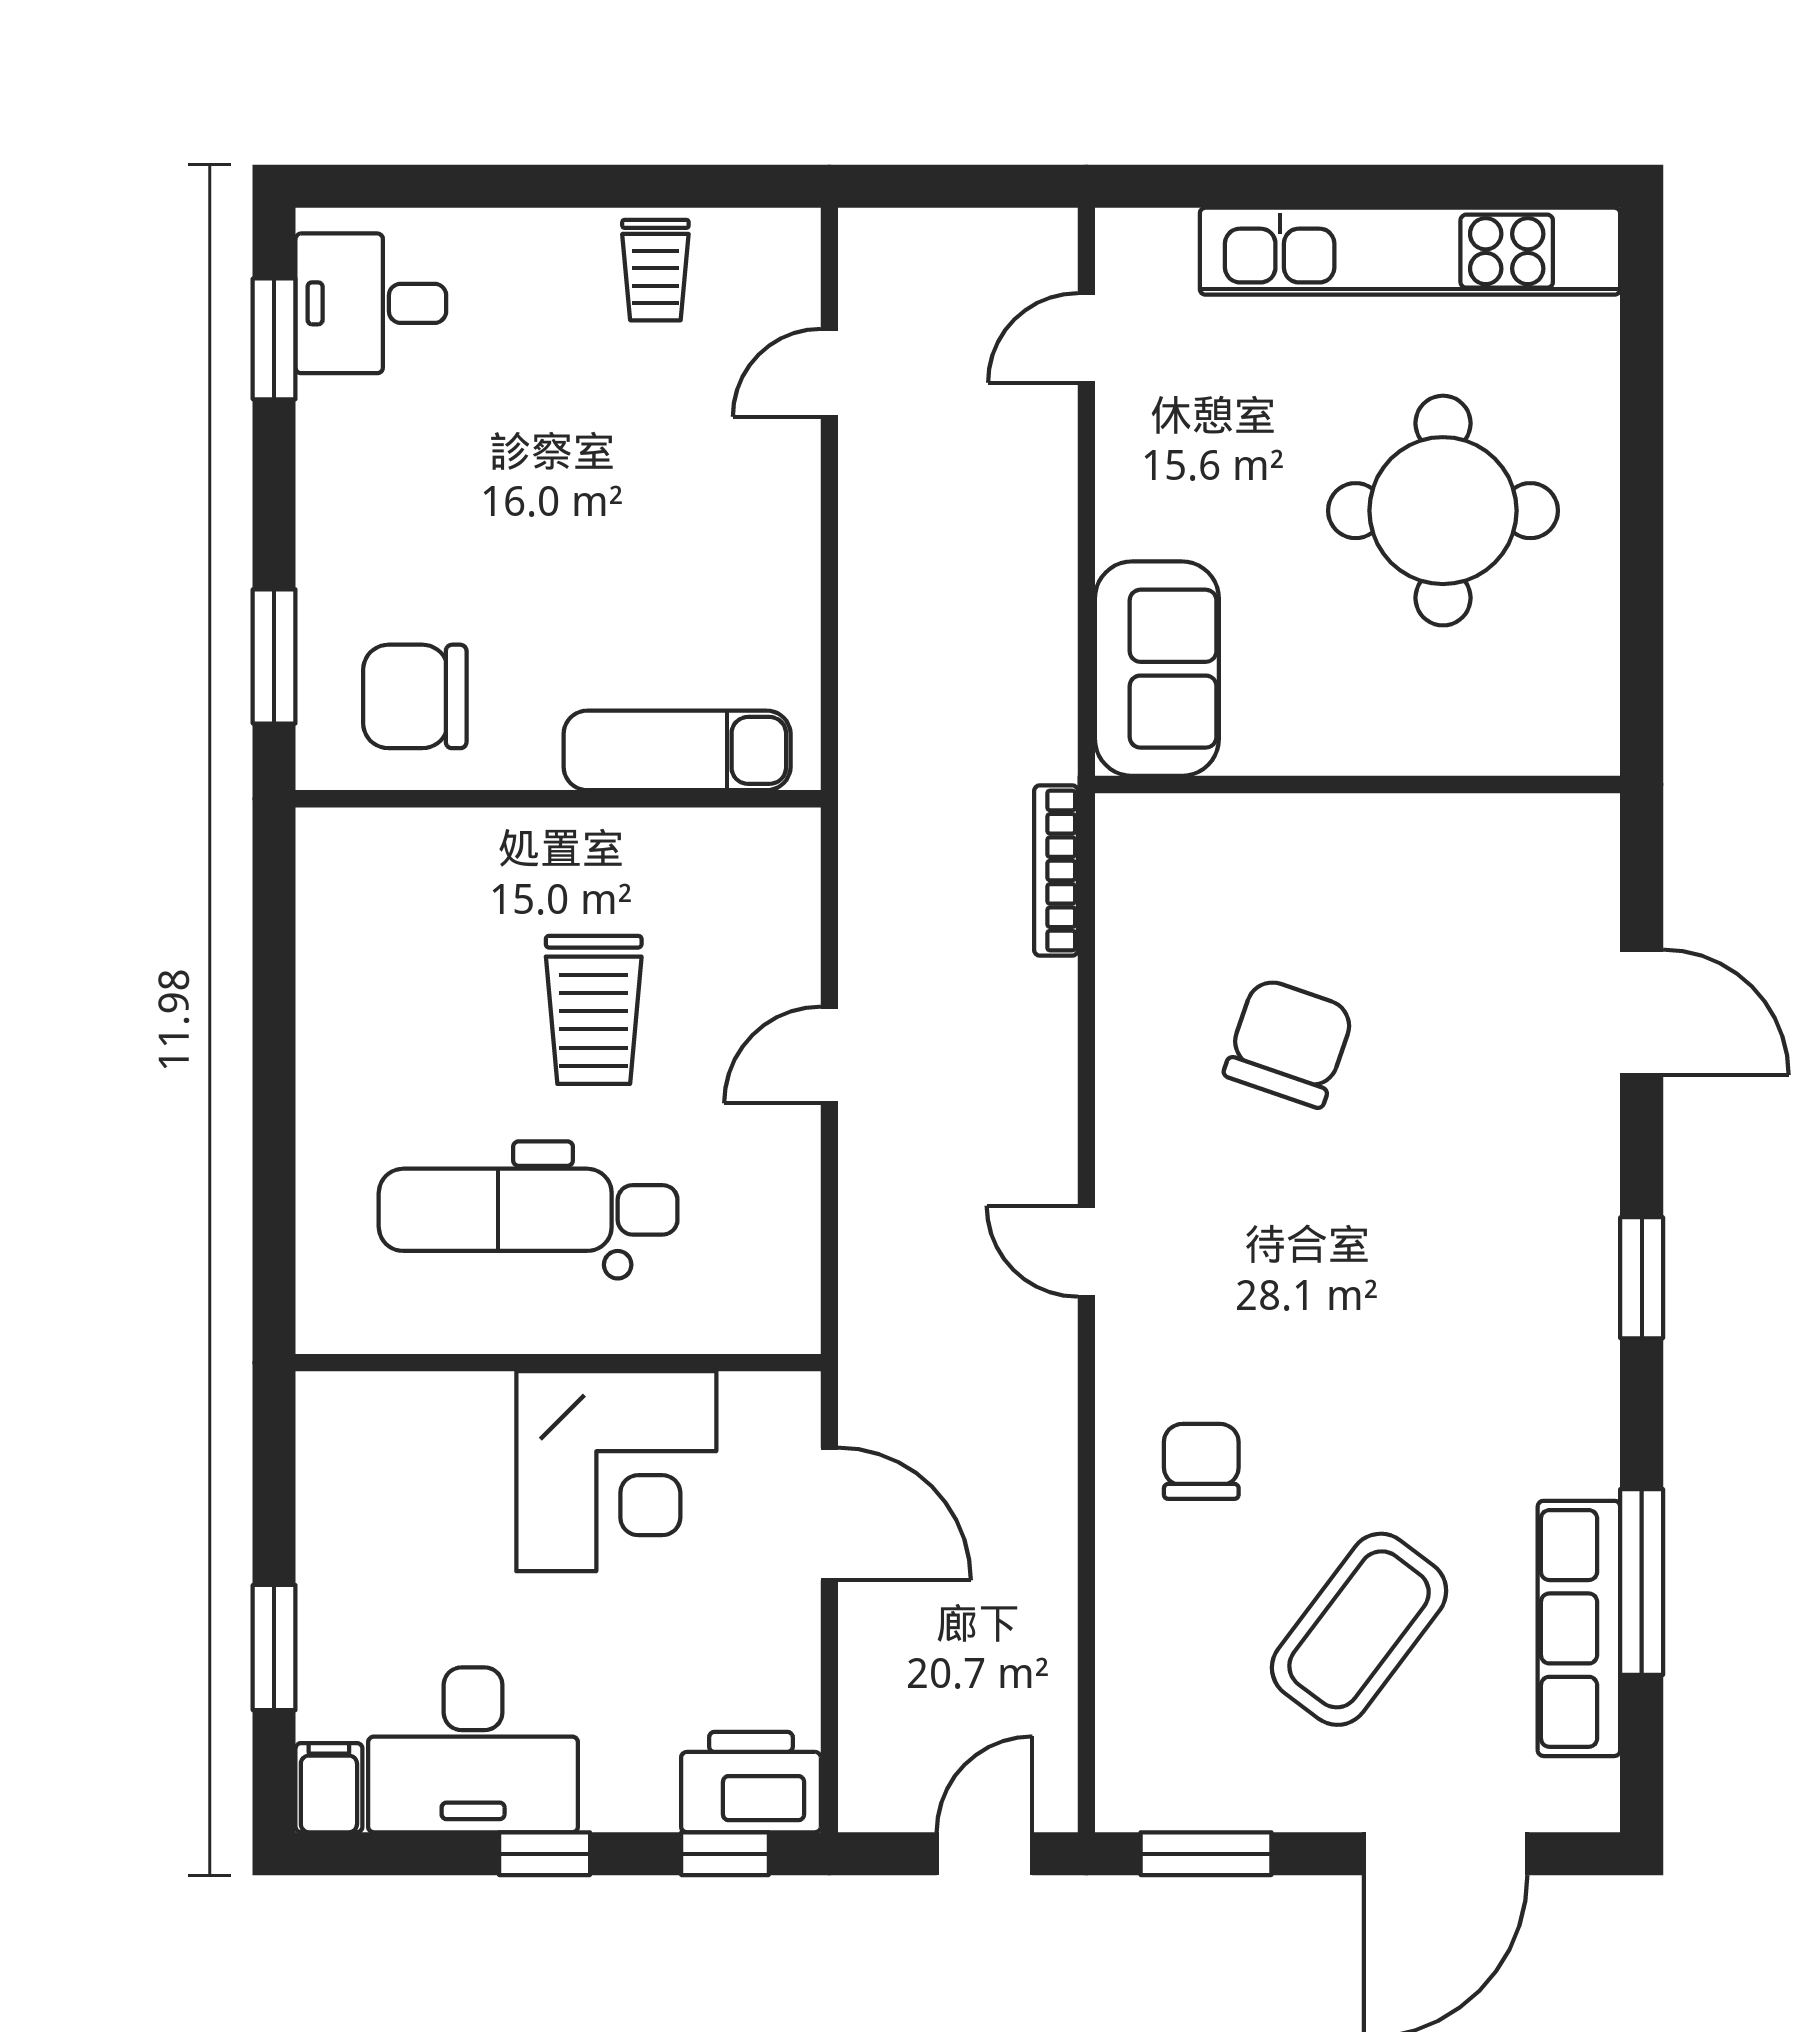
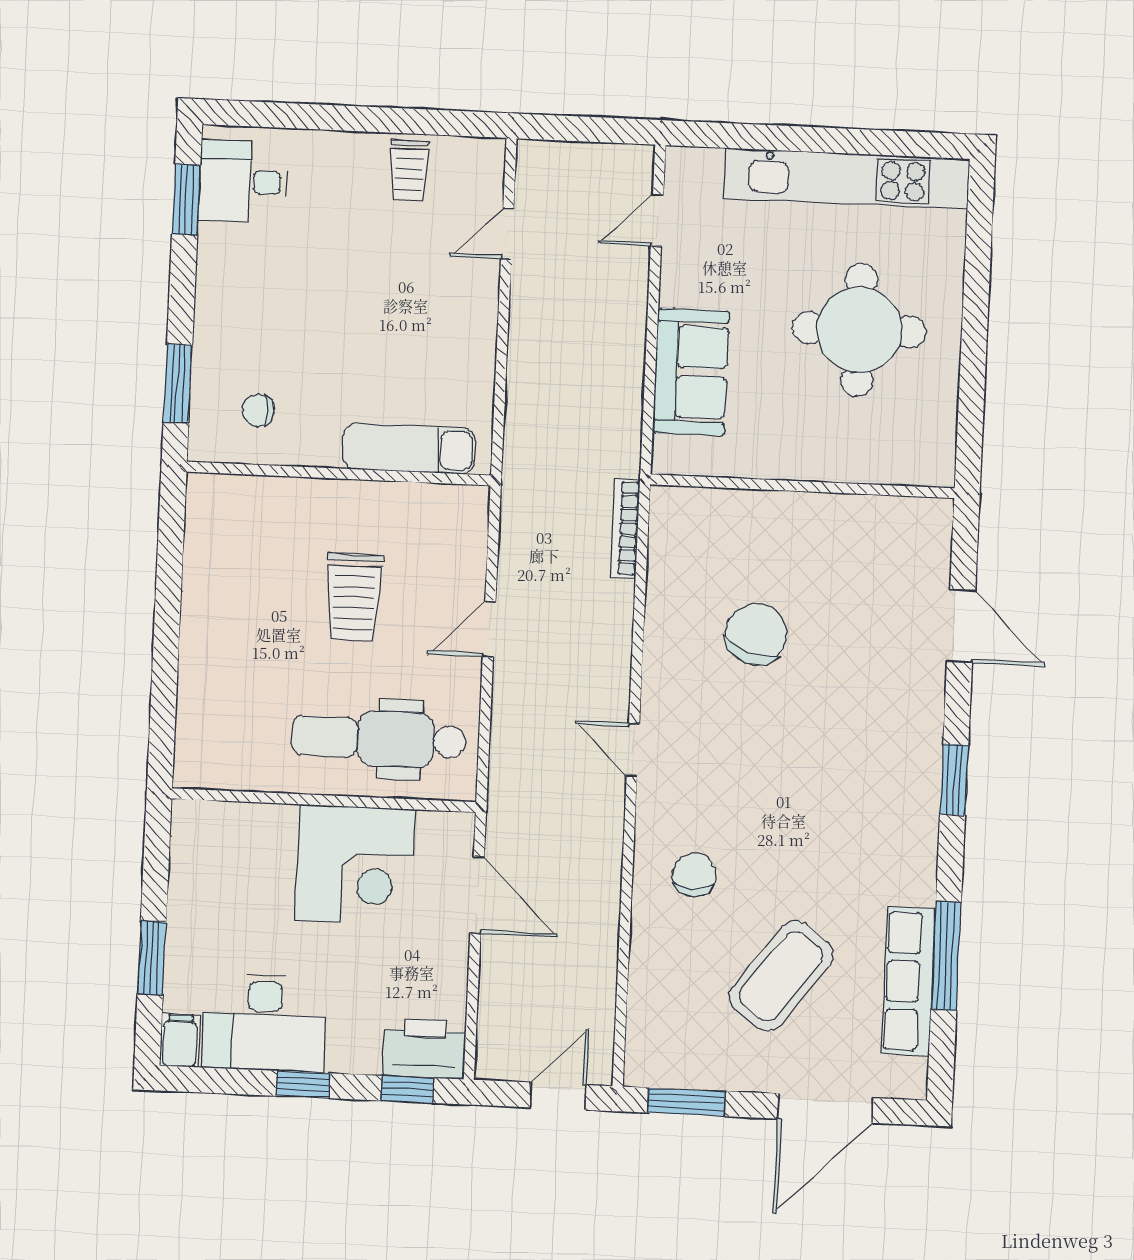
sofa: (1157, 669) -> (691, 372), moved
chair: (415, 696) -> (258, 411), width x0.54, depth x0.54
dental chair: (528, 1210) -> (378, 739), moved

